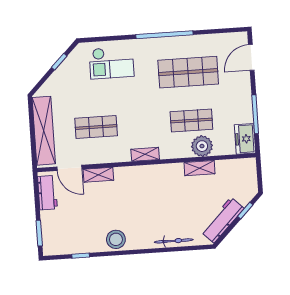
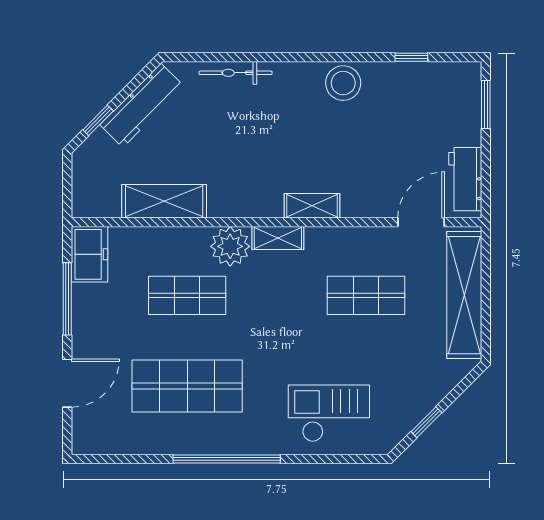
door: (251, 57) -> (67, 383), moved
plant: (202, 146) -> (230, 246), moved
door: (69, 168) -> (421, 222), hinge flipped
shelving: (199, 168) -> (164, 201), width x1.50, depth x1.33
shelving: (98, 175) -> (312, 206), moved

